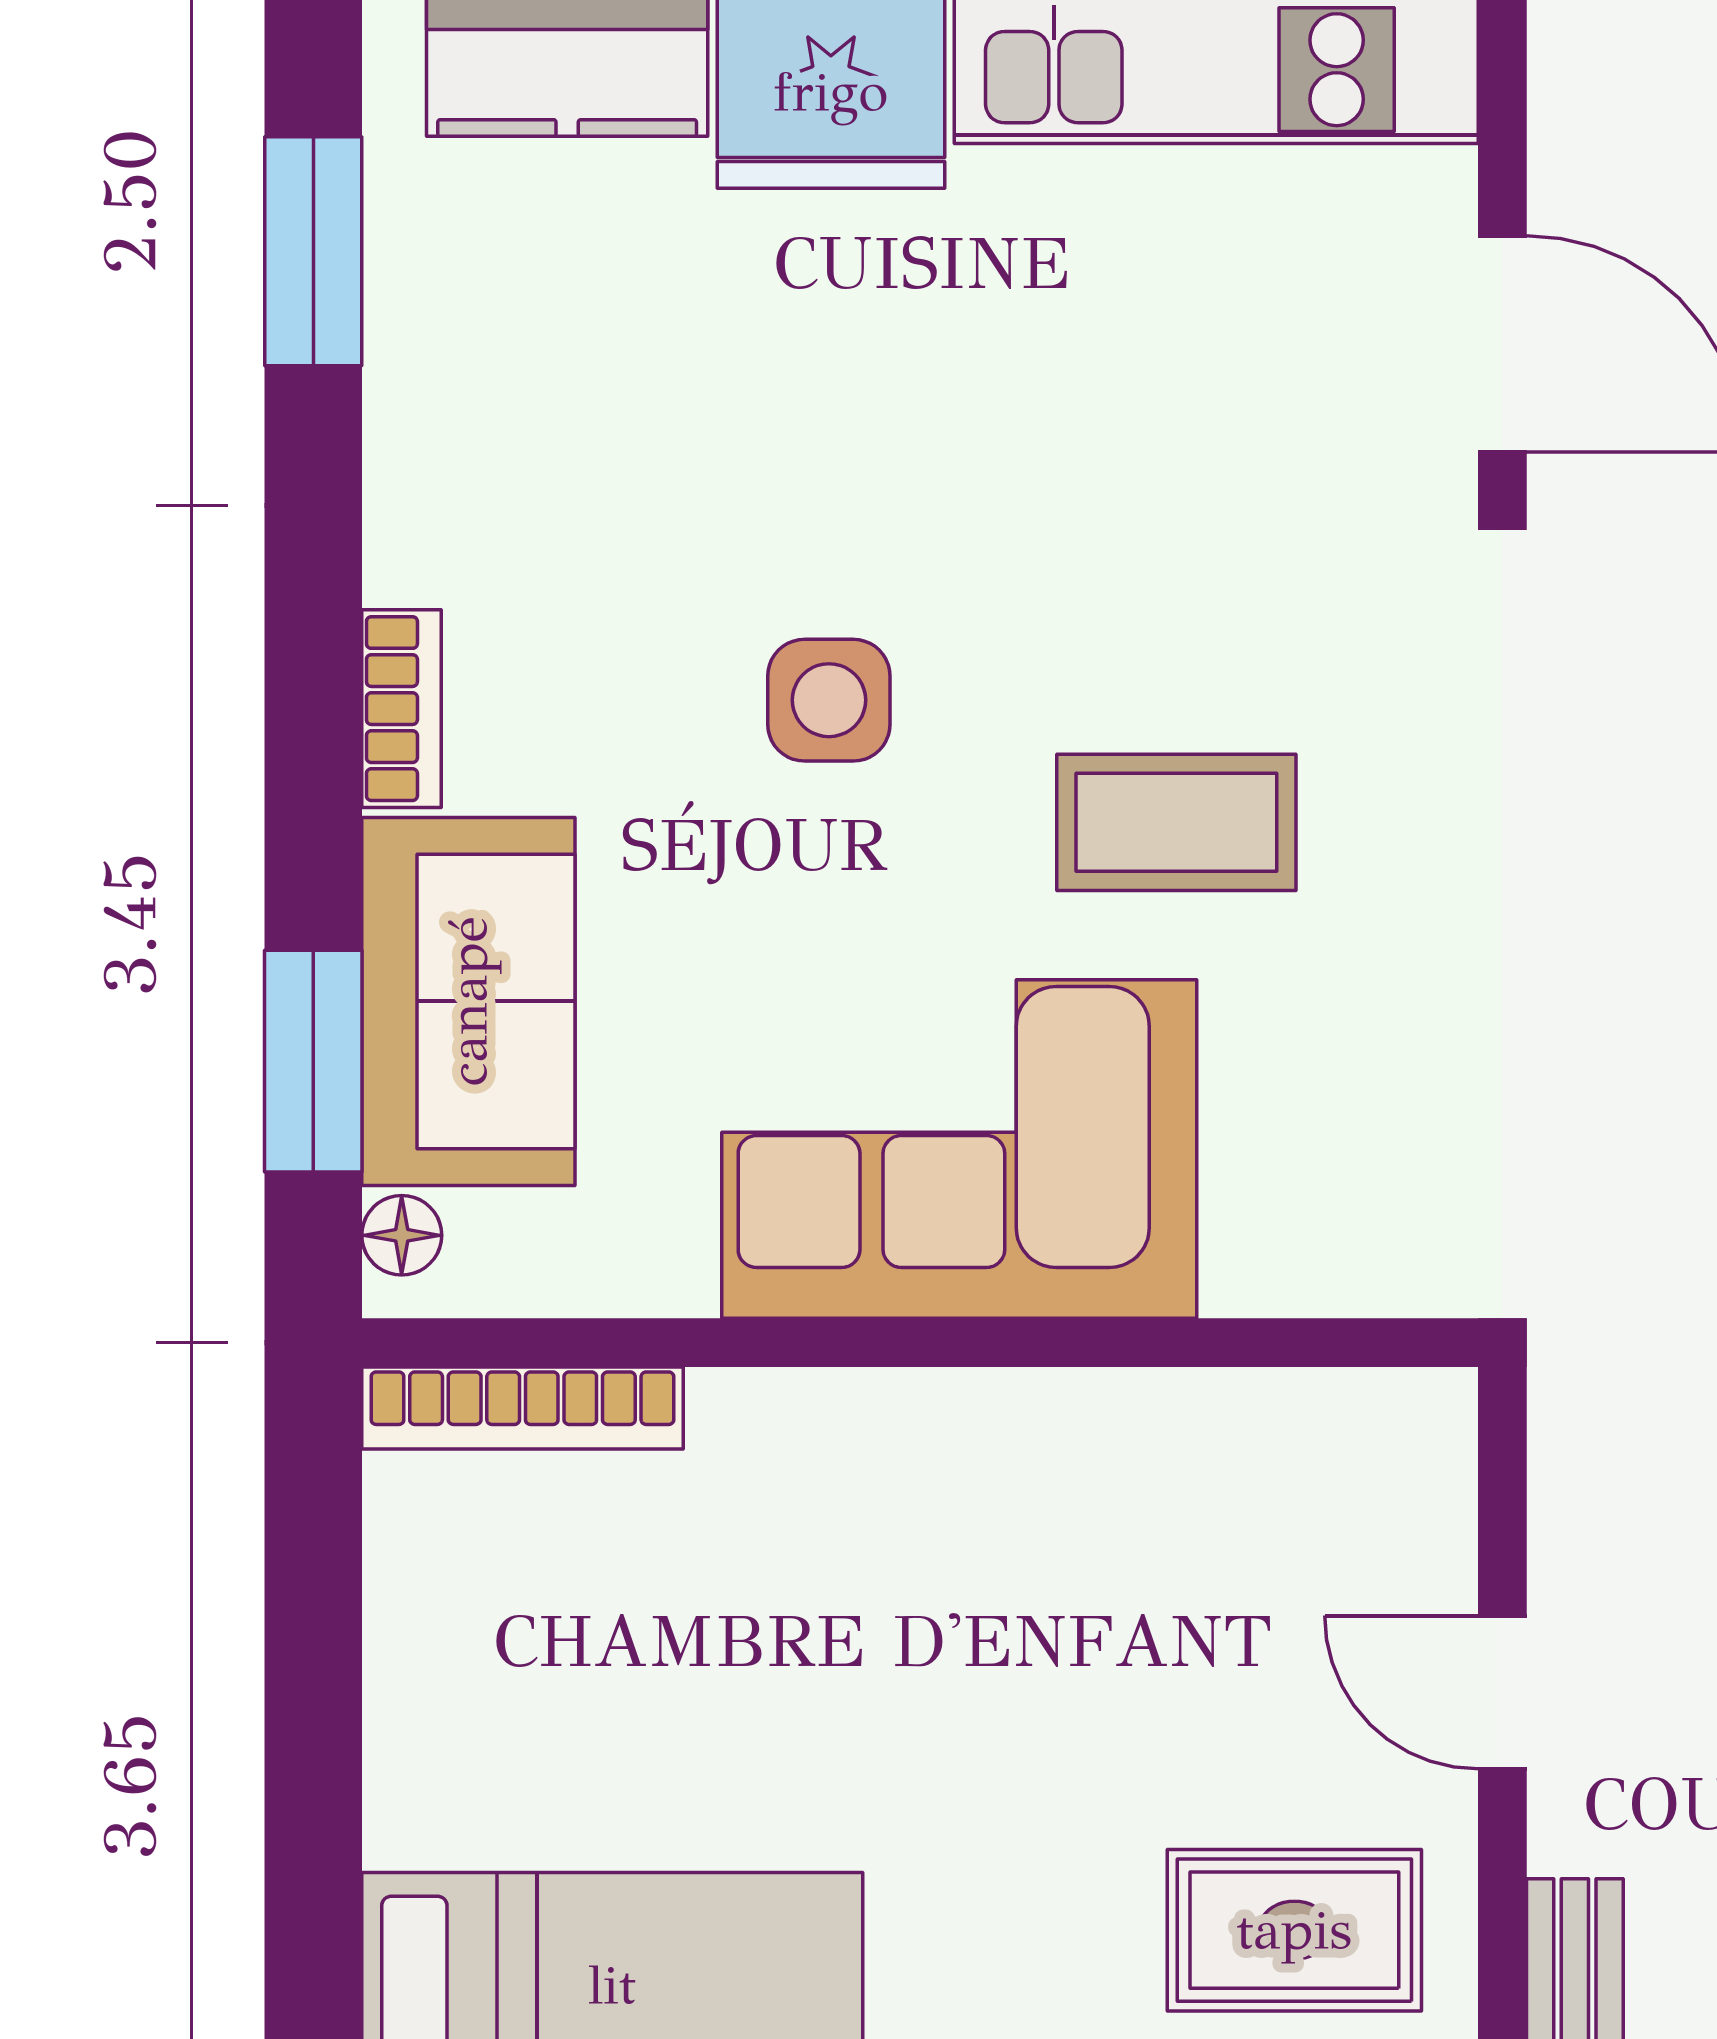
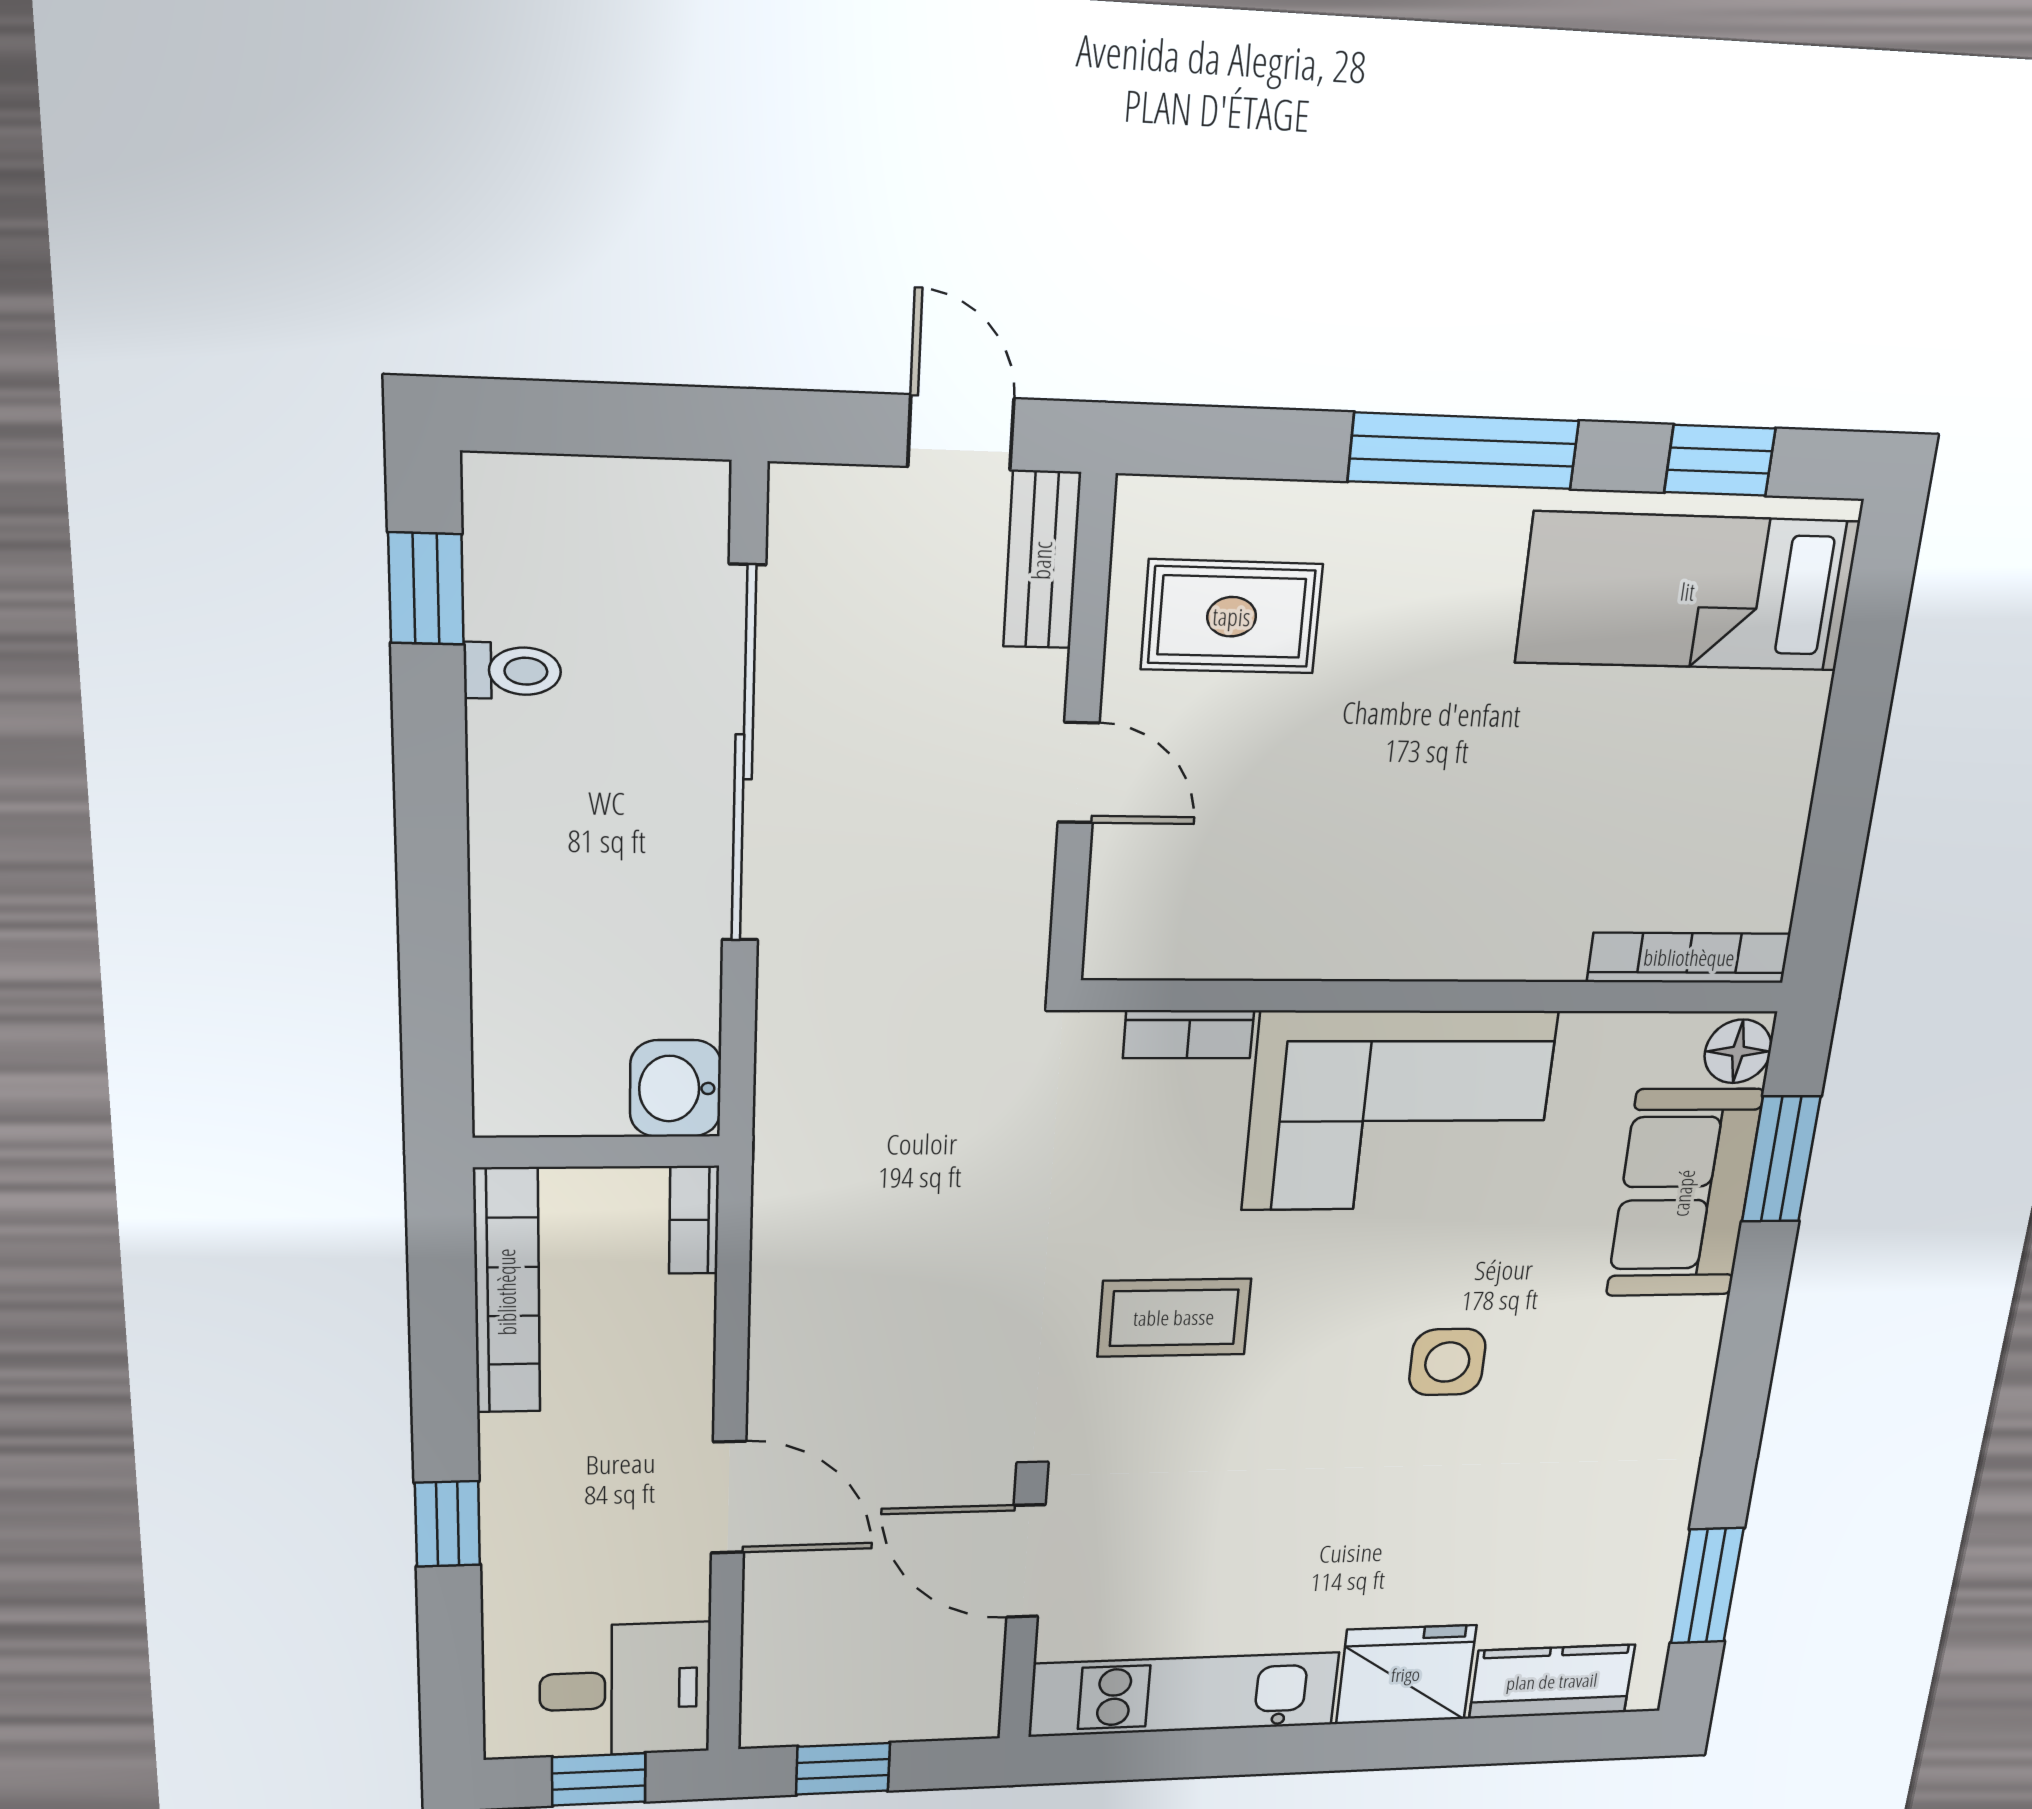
bookcase: (401, 709) -> (1189, 1034), moved, turned -90
coffee table: (1176, 822) -> (1174, 1318), moved
floor lamp: (402, 1235) -> (1738, 1051), width x1.37, depth x1.37

